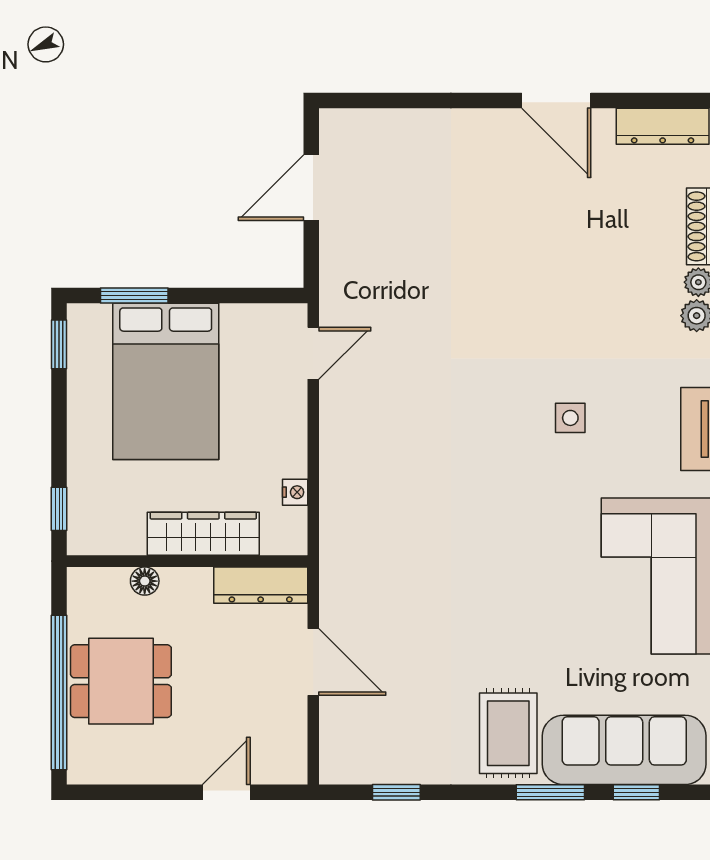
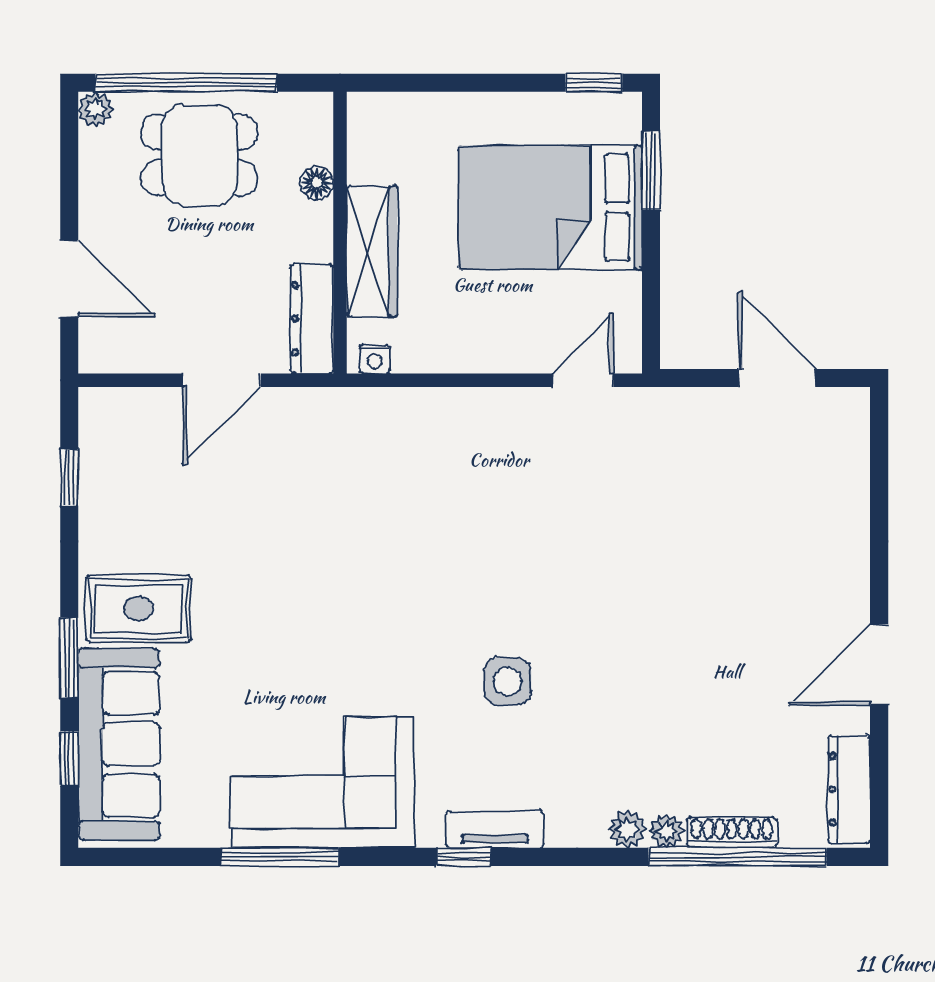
door: (313, 353) -> (583, 380), swing flipped
side table: (570, 418) -> (508, 681), width x1.37, depth x1.37
nightstand: (295, 492) -> (375, 359), moved
window: (59, 509) -> (401, 83), removed
dining table: (121, 681) -> (199, 155), turned 90
plant: (82, 770) -> (96, 109), added
door: (226, 792) -> (69, 279), width x1.38

